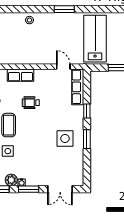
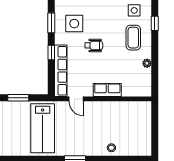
row of seats: (20, 75) -> (107, 90), moved
row of seats: (78, 87) -> (61, 71), width x1.36
wheelchair: (31, 103) -> (94, 45), moved

